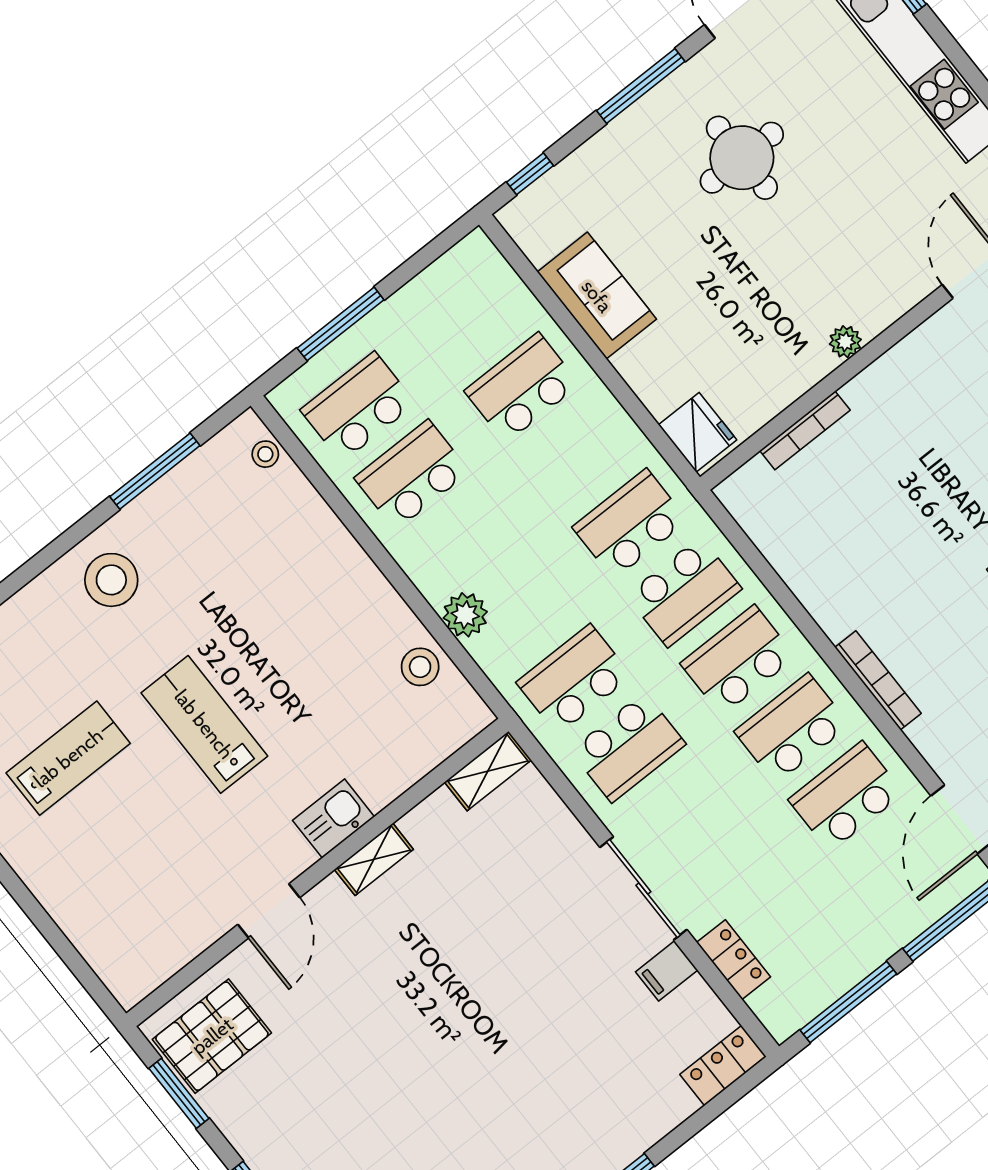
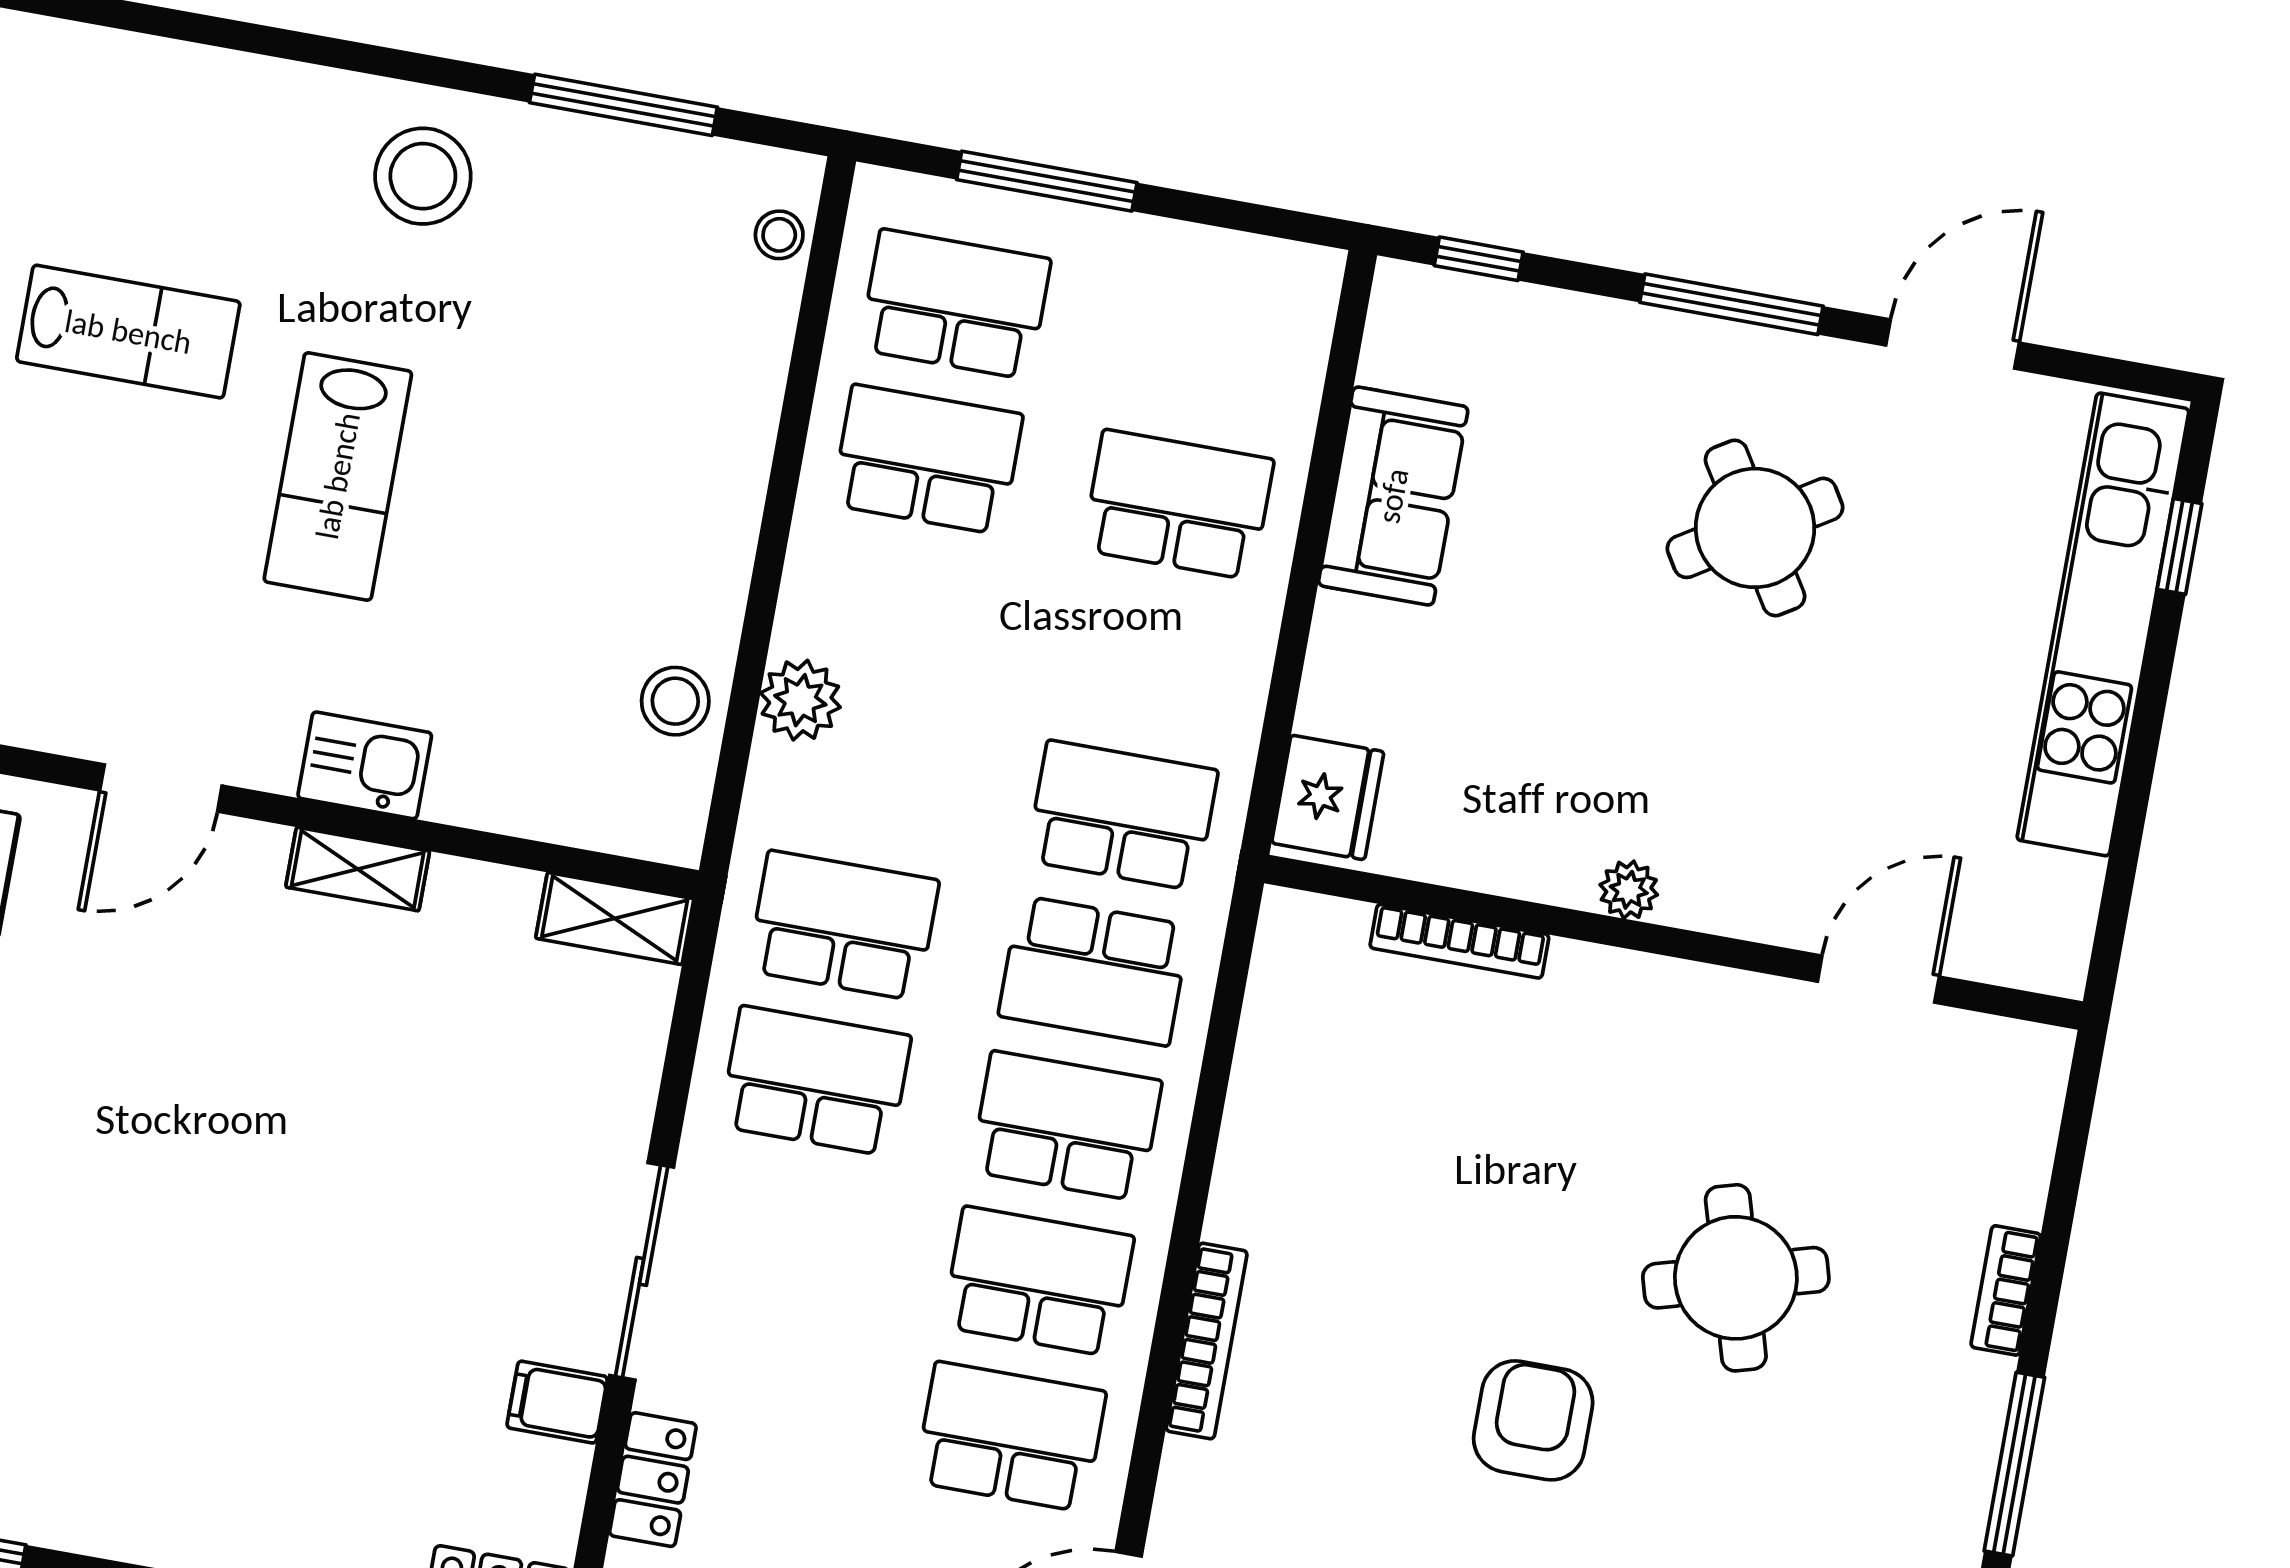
round table: (742, 158) -> (1755, 528), turned -32
lab bench: (204, 724) -> (338, 476), turned 180
school desk: (628, 747) -> (815, 1081), turned 180

